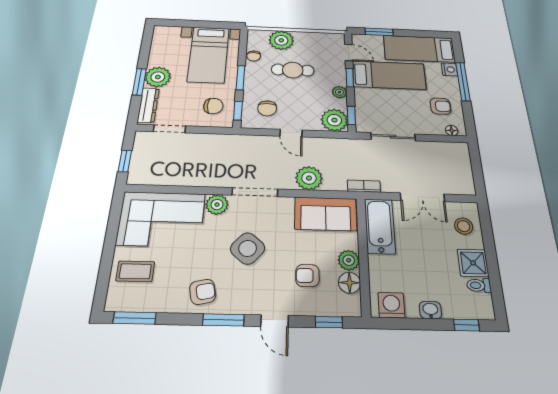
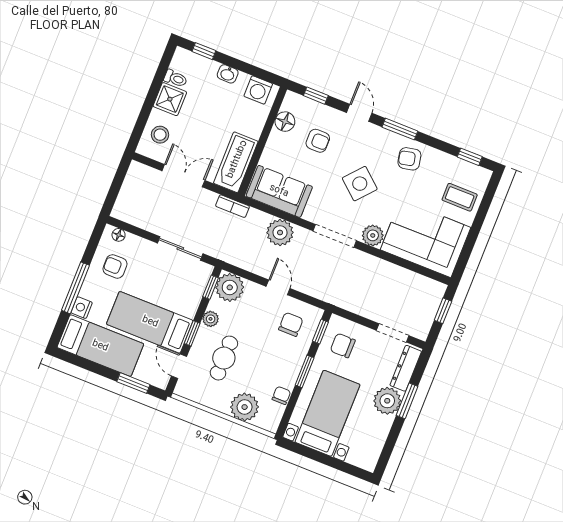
cafe table: (293, 70) -> (224, 358), moved, turned 90
plant: (349, 260) -> (277, 141), removed
window: (135, 318) -> (470, 157), width x0.67

